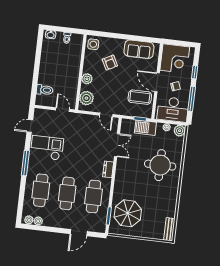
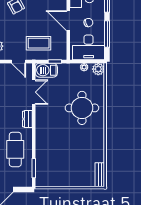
coffee table: (140, 97) -> (39, 43), moved
barbecue: (145, 128) -> (46, 70), moved
parasol: (128, 213) -> (54, 163), removed

